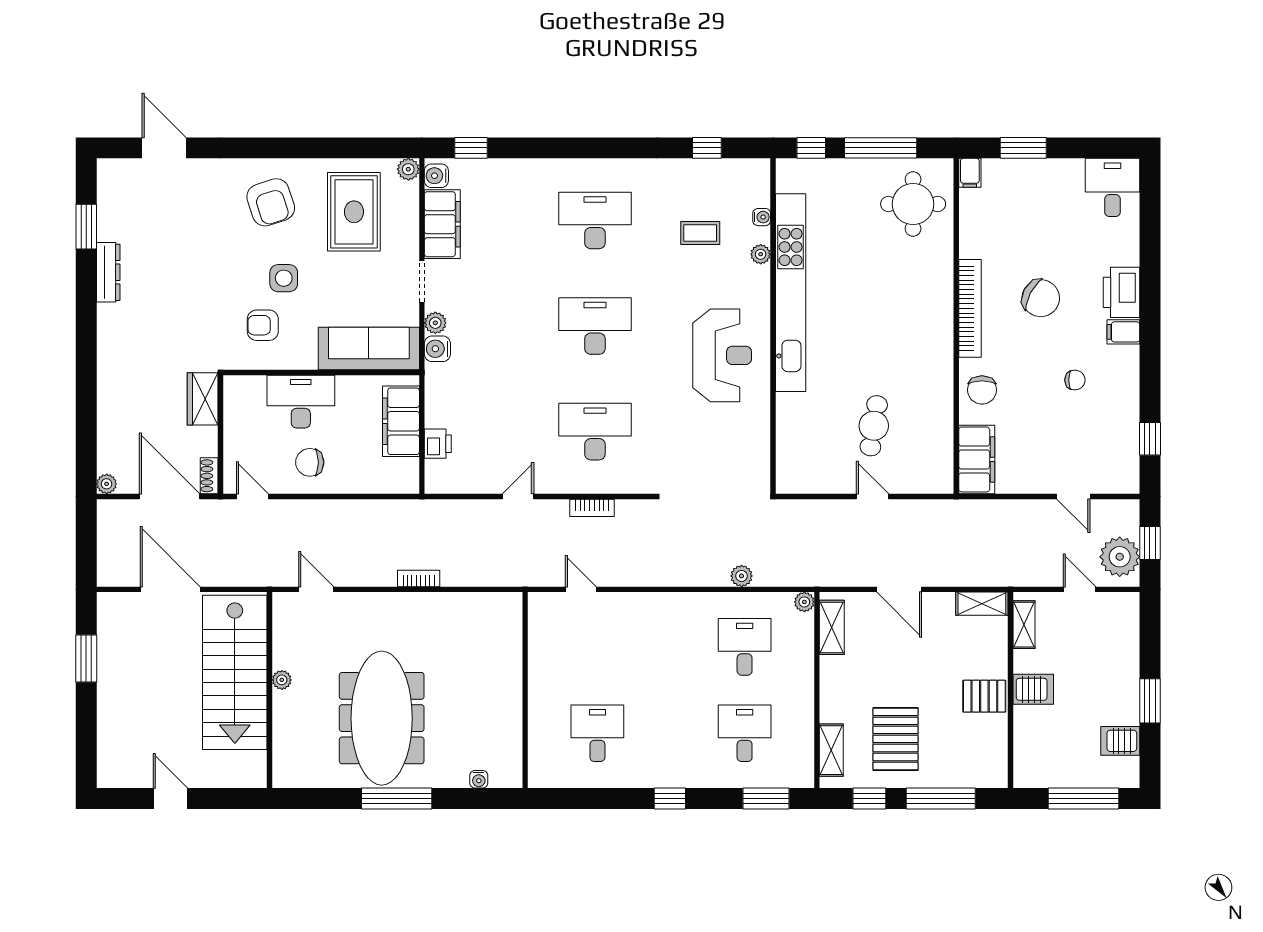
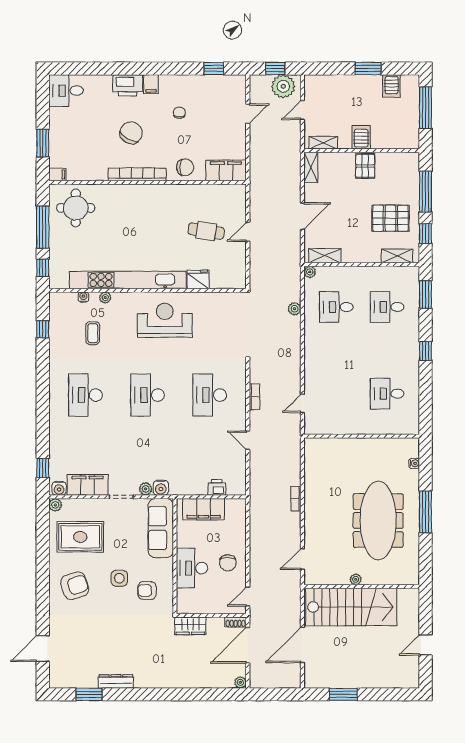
armchair: (263, 325) -> (147, 590), turned 90
fridge: (791, 412) -> (198, 279), added
meeting table: (382, 718) -> (378, 521), turned 90

